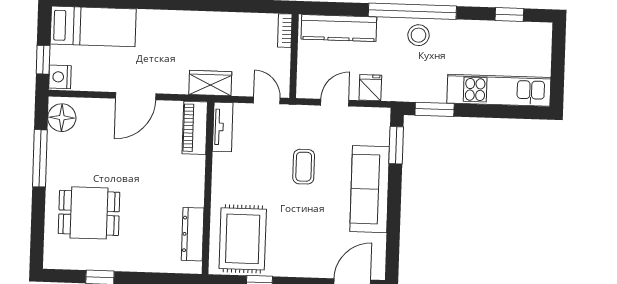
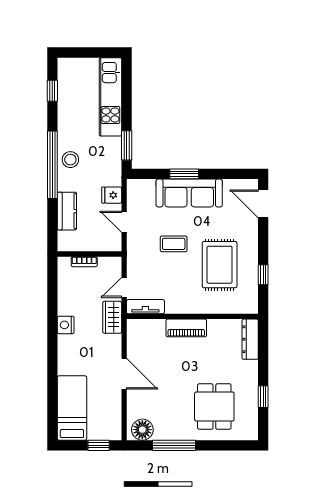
kitchen counter: (339, 28) -> (67, 211), width x0.67
bookcase: (285, 31) -> (84, 262), moved
nightstand: (60, 77) -> (66, 325), moved, turned 90
door: (267, 100) -> (124, 287), moved
piano: (195, 128) -> (186, 328), moved
window: (396, 145) -> (184, 174), moved
dresser: (193, 234) -> (250, 339), moved, turned 90
rug: (243, 239) -> (220, 265), moved, turned 90

